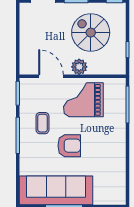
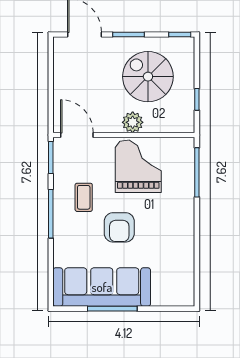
door: (51, 76) -> (77, 135), moved
grand piano: (83, 100) -> (138, 166), turned 90
armchair: (69, 146) -> (119, 227), turned 90

